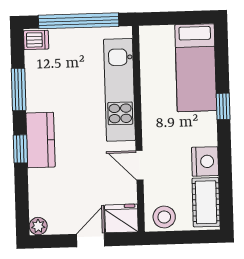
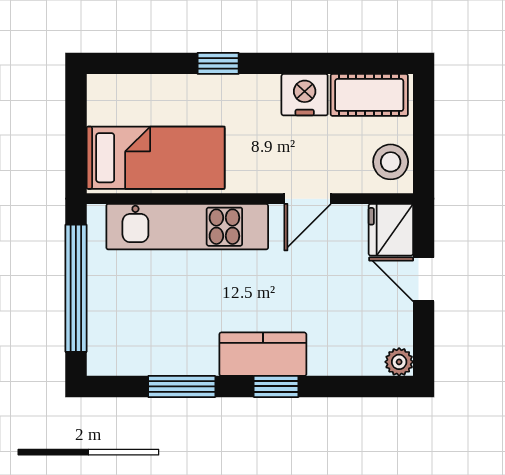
dishwasher: (36, 40) -> (104, 357), removed
bed: (196, 68) -> (156, 158), moved

